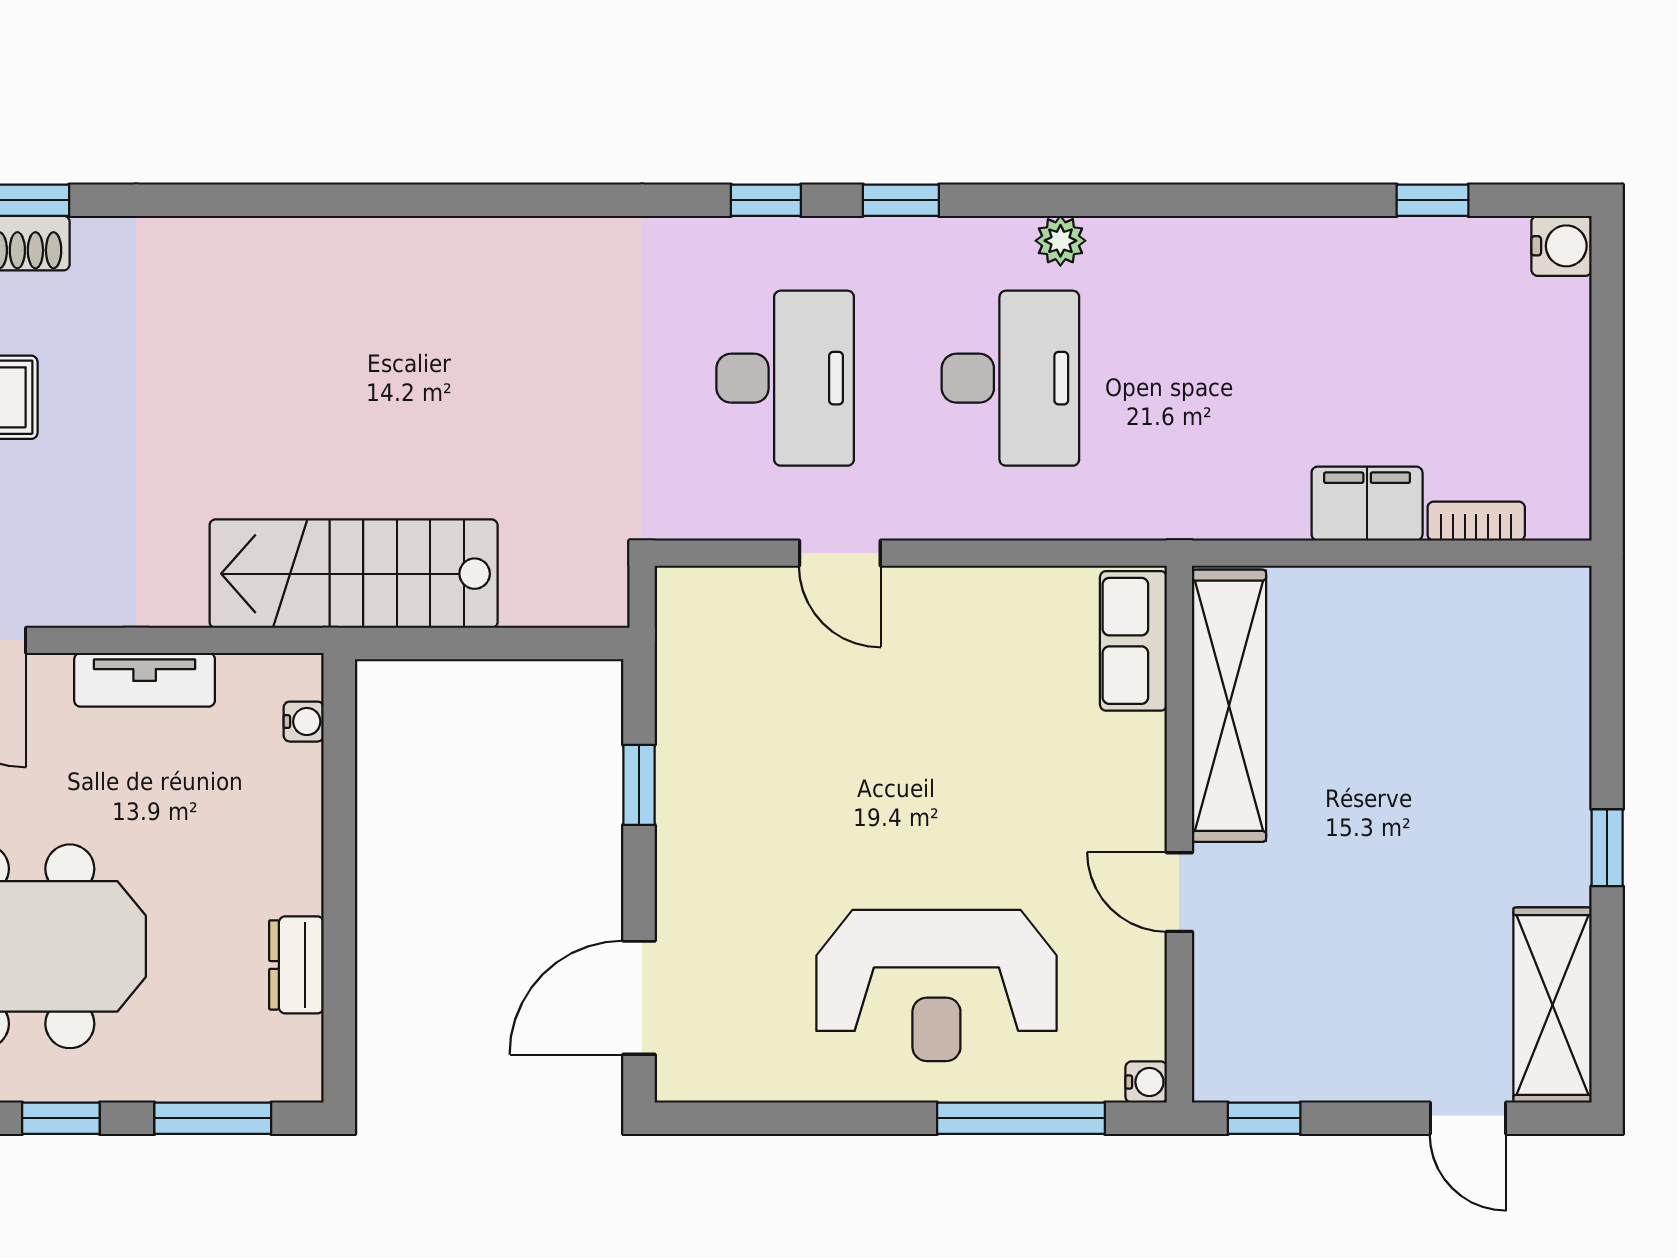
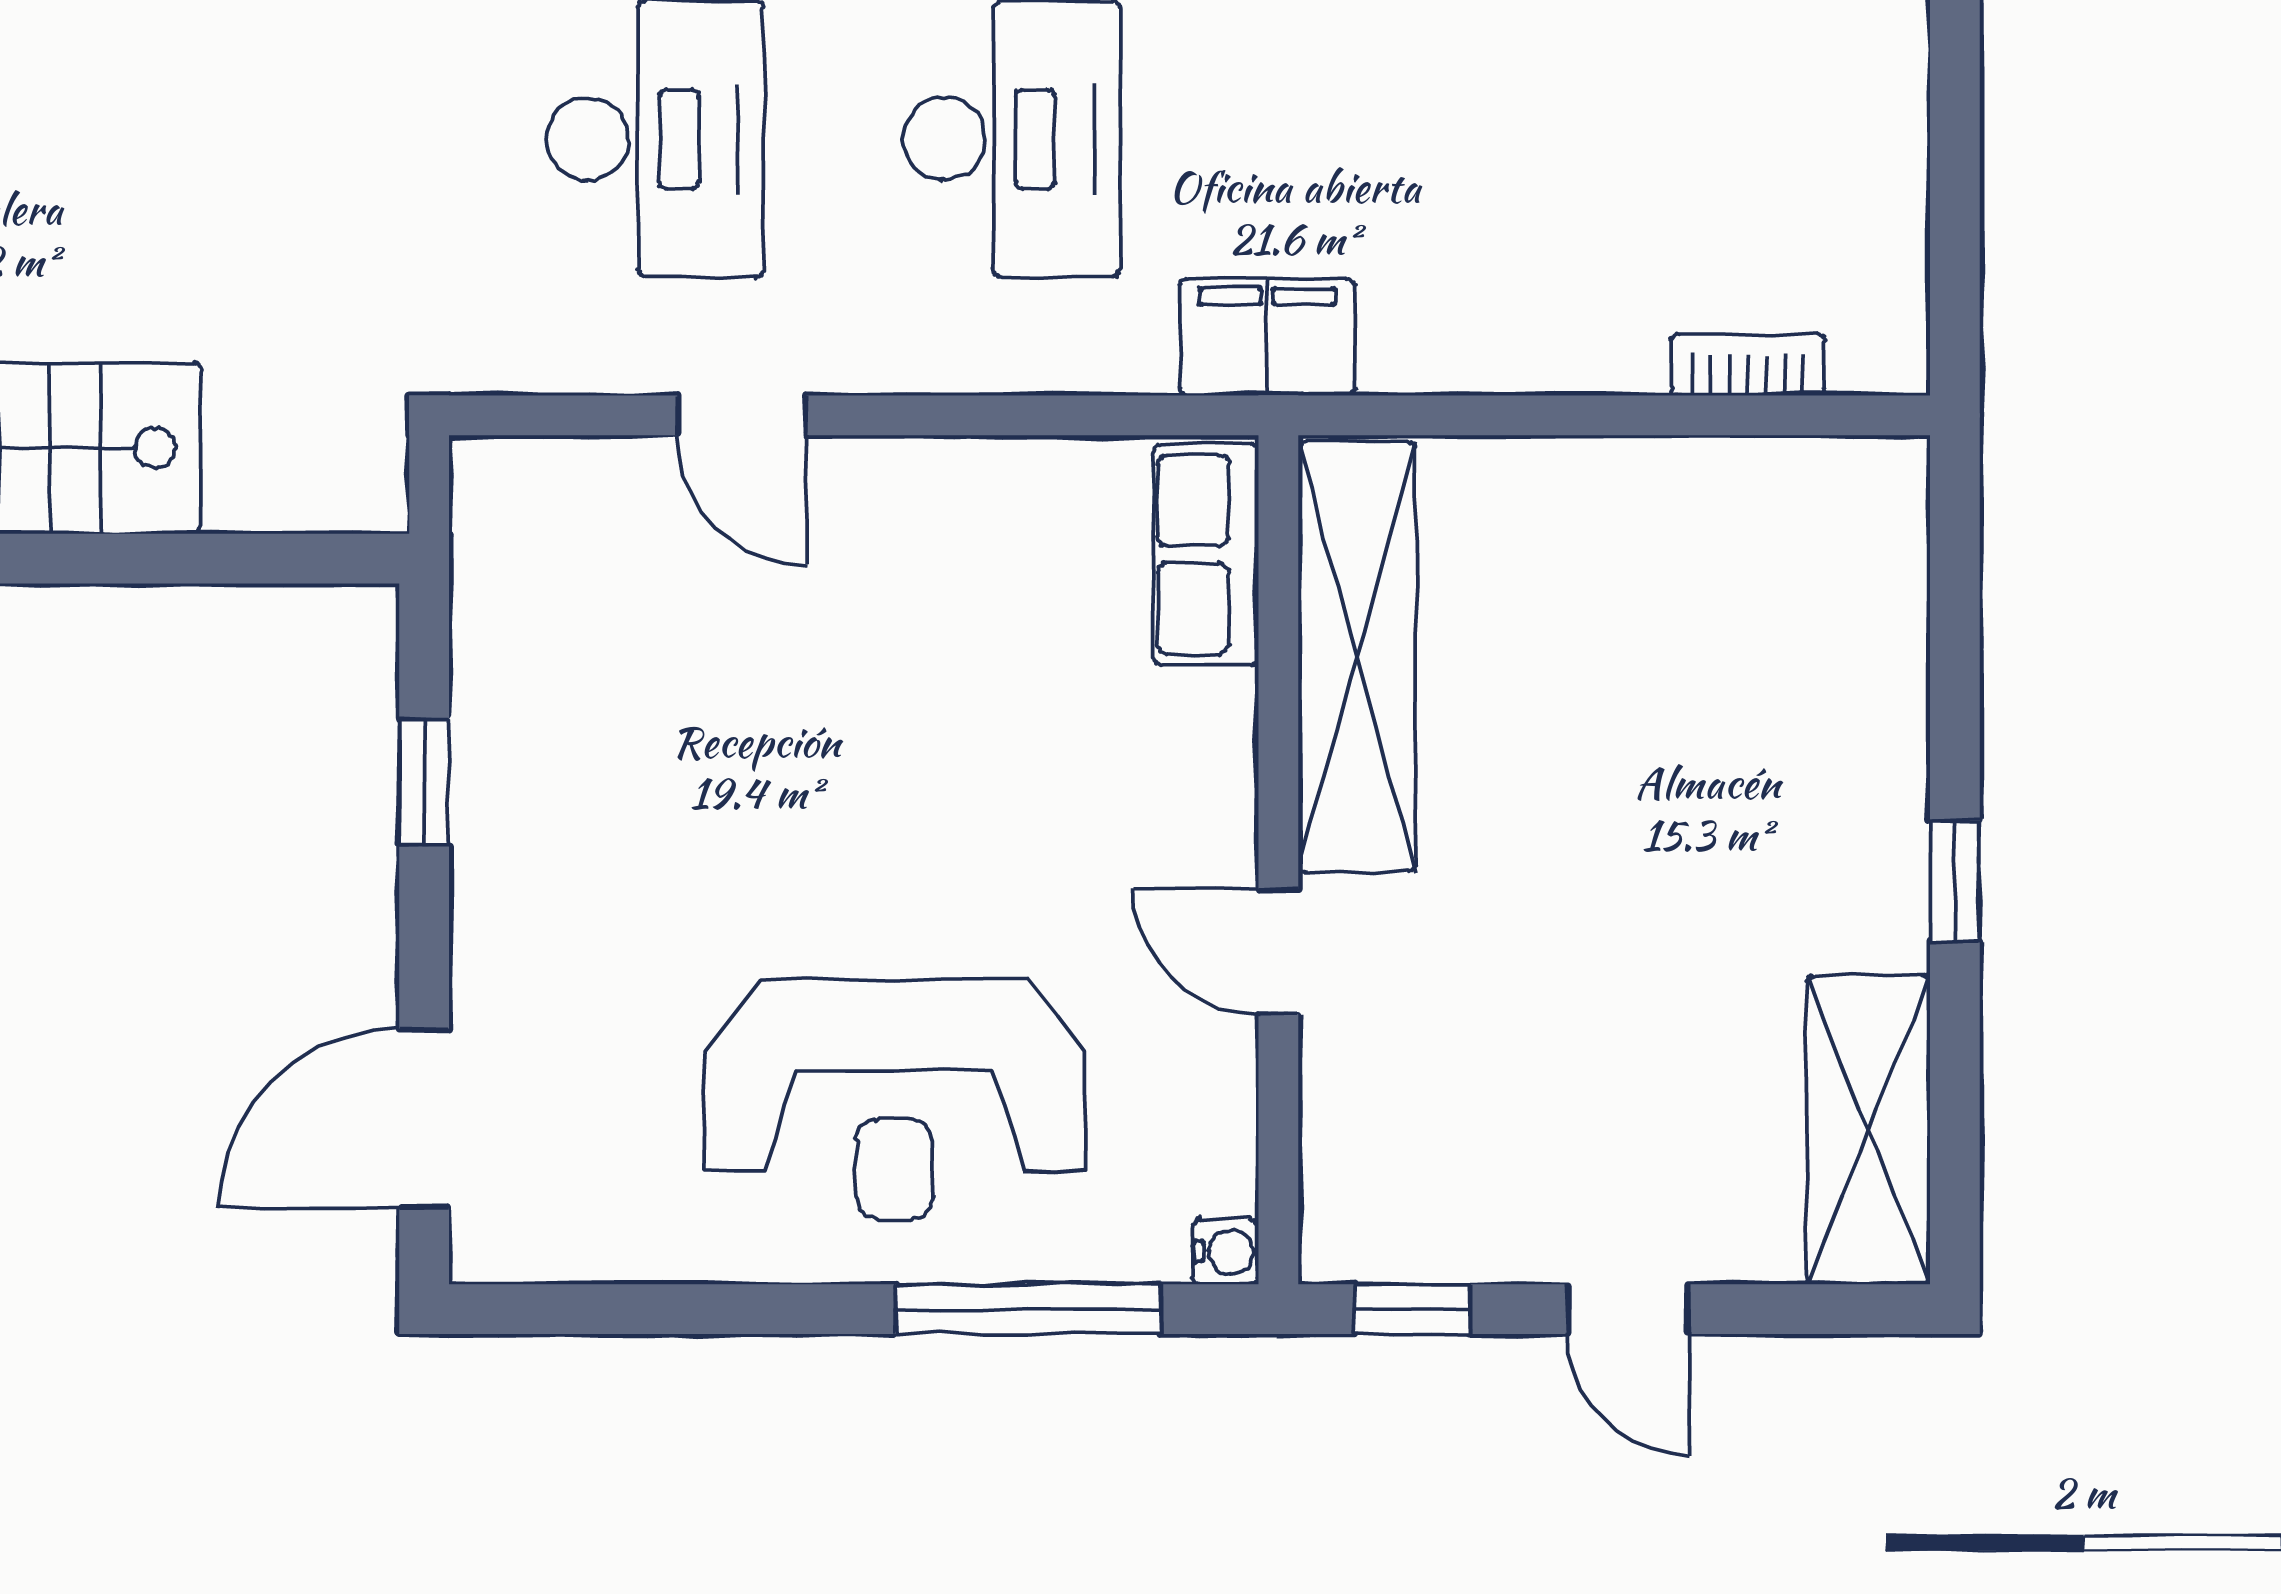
filing cabinet: (1367, 504) -> (1267, 337), moved
door: (1468, 1118) -> (1628, 1309), moved

